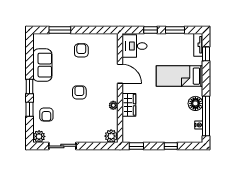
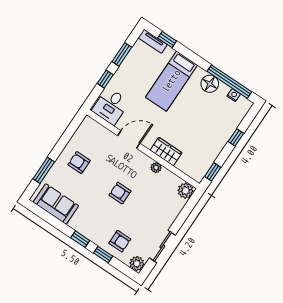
sofa: (42, 65) -> (56, 204), moved

